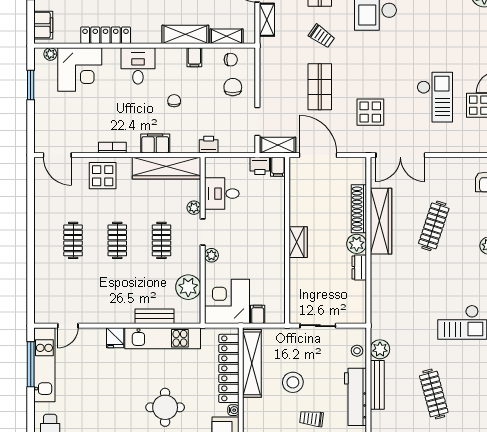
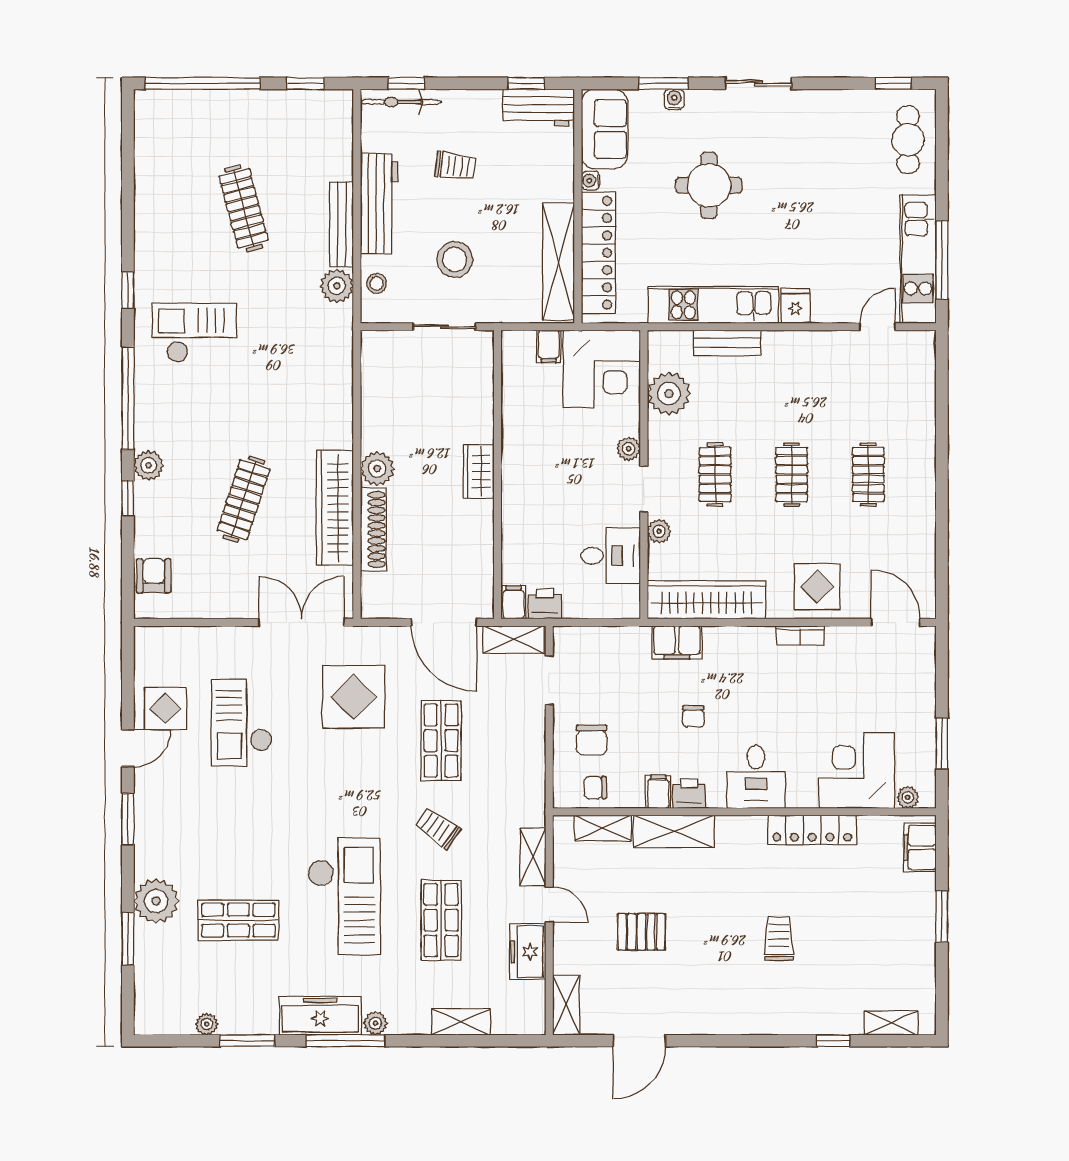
display table: (370, 112) -> (354, 697), width x1.36, depth x1.36
filing cabinet: (155, 143) -> (677, 642), moved
printer: (209, 145) -> (689, 794), moved, turned 180
dresser: (359, 268) -> (373, 428), removed
stool: (293, 382) -> (455, 259), moved

